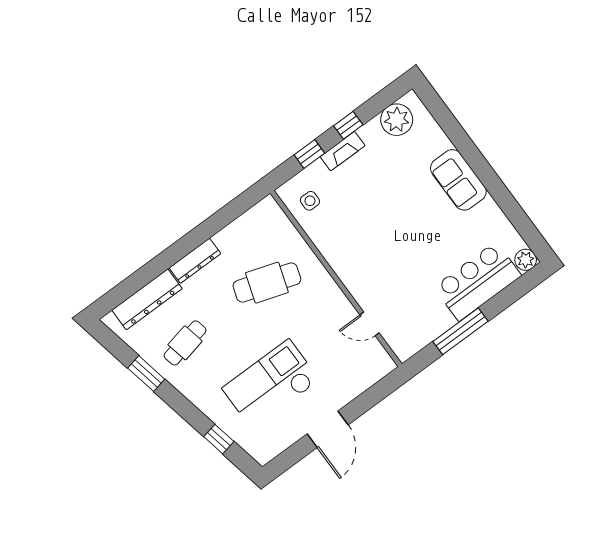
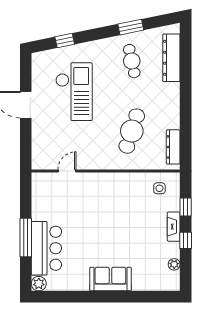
plant: (397, 120) -> (174, 264), width x0.53, depth x0.53
dresser: (195, 261) -> (173, 147), moved
window: (460, 331) -> (26, 237), moved

